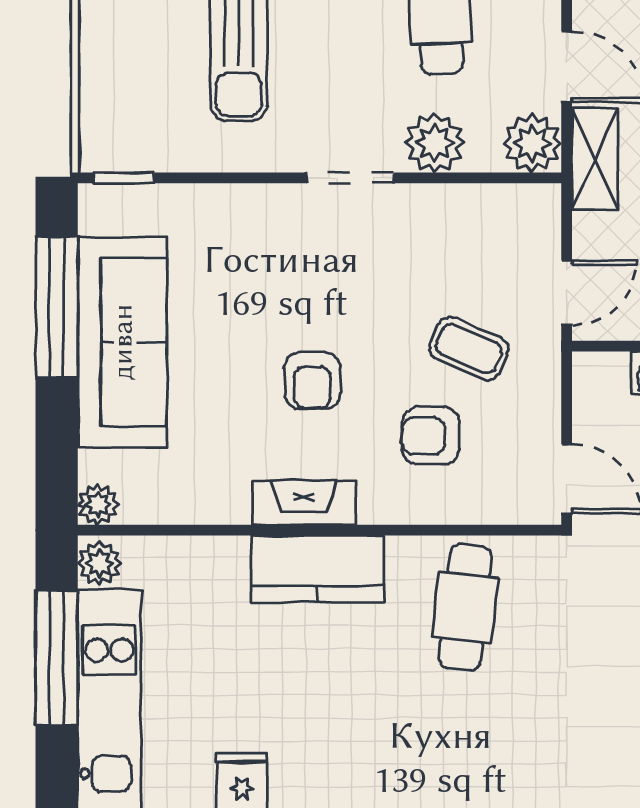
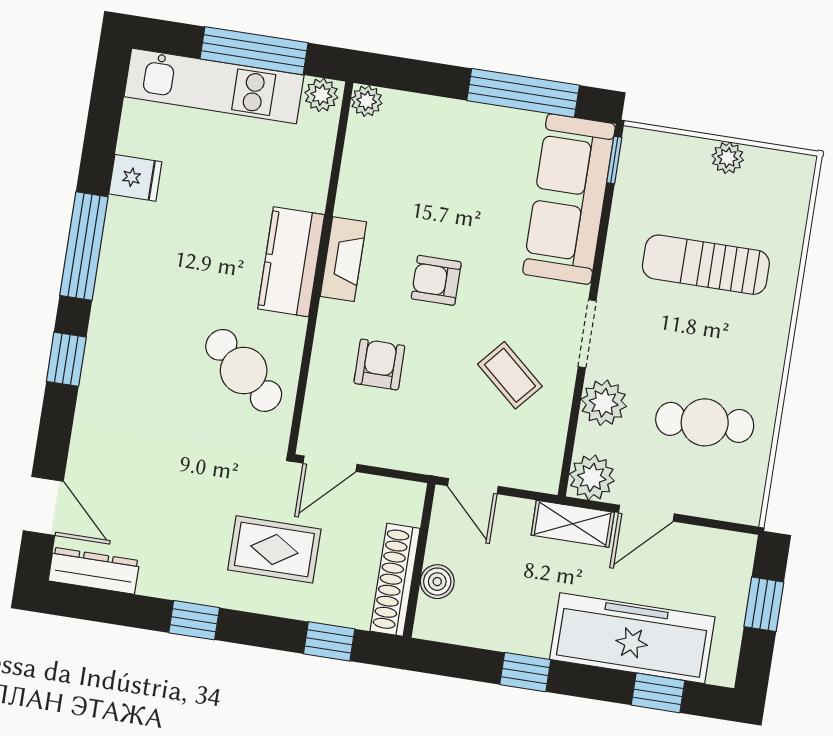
plant: (98, 34) -> (728, 158), added
sofa: (122, 342) -> (569, 199), moved, turned 90
coffee table: (469, 349) -> (510, 375), moved, turned -72
cafe table: (465, 607) -> (244, 370), turned 34

